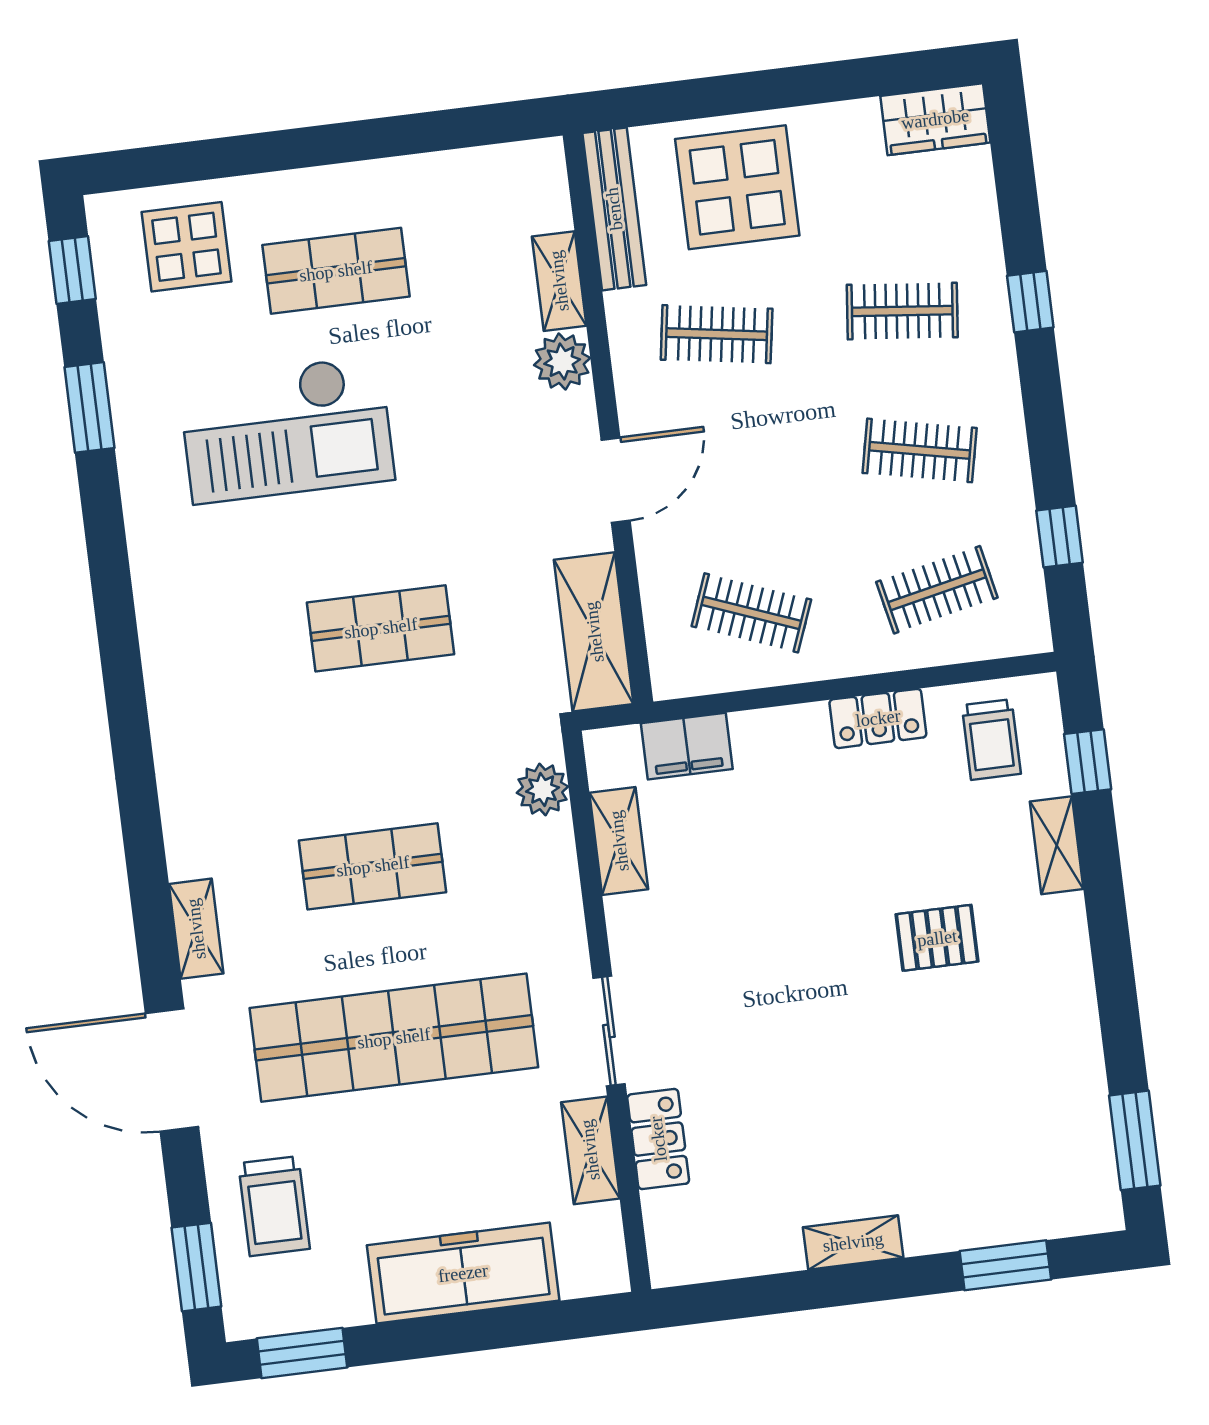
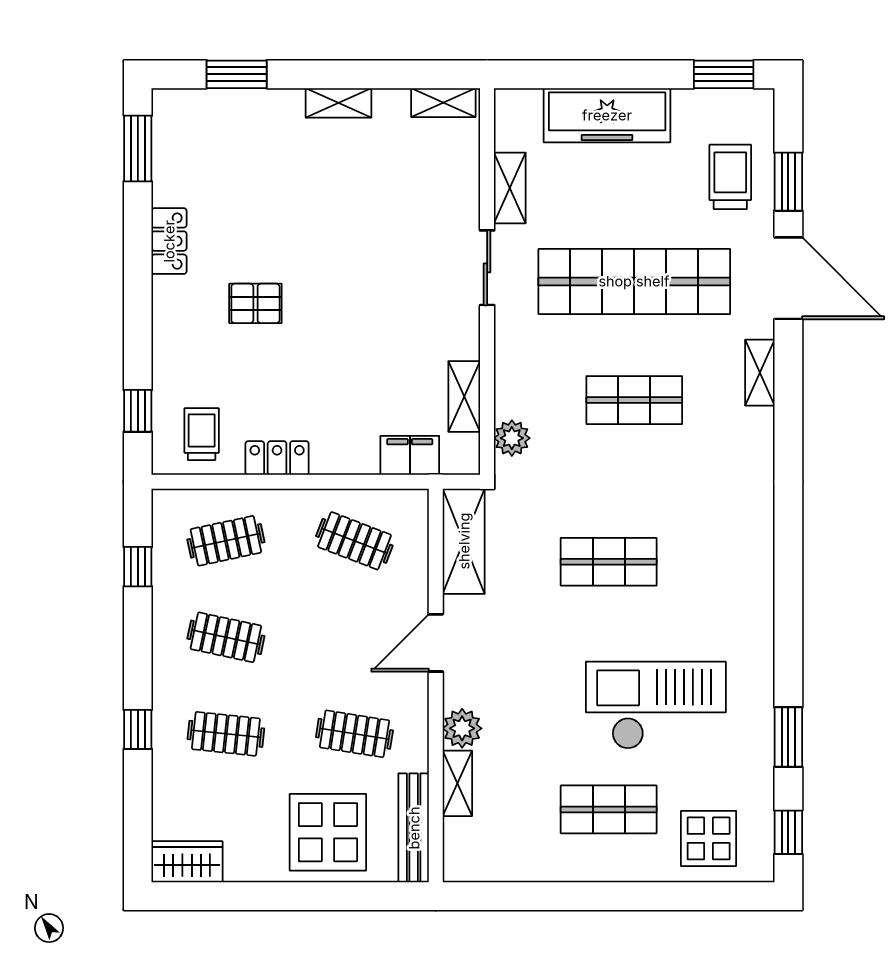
shelving: (1057, 845) -> (443, 103), moved, turned 90
locker: (658, 1139) -> (169, 241), moved, turned 180
window: (196, 1267) -> (788, 182), moved

